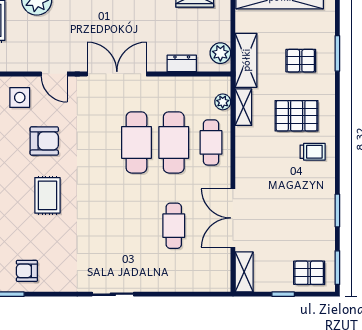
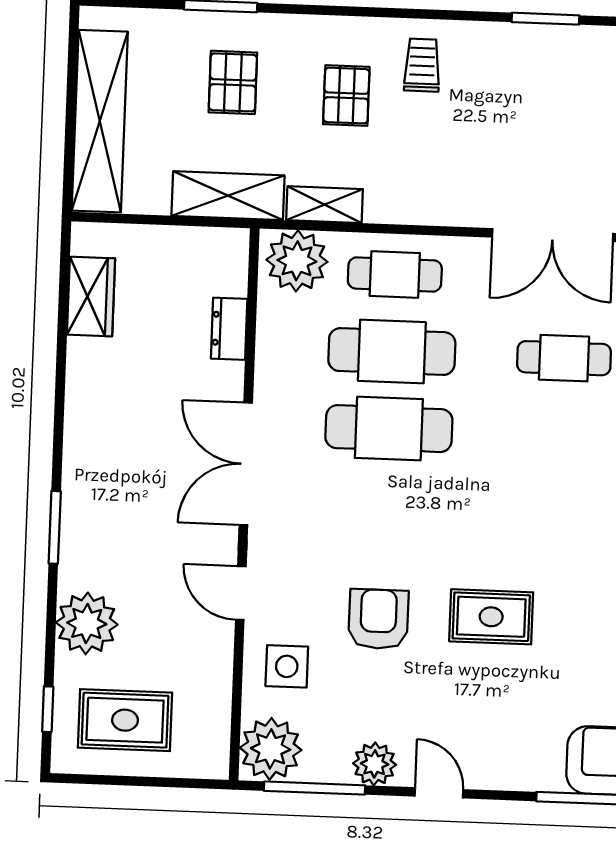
plant: (220, 53) -> (211, 248), removed
door: (54, 74) -> (241, 593), swing flipped
plant: (223, 102) -> (297, 261), width x1.88, depth x1.88
pallet: (297, 116) -> (346, 96), width x0.67, depth x0.71

